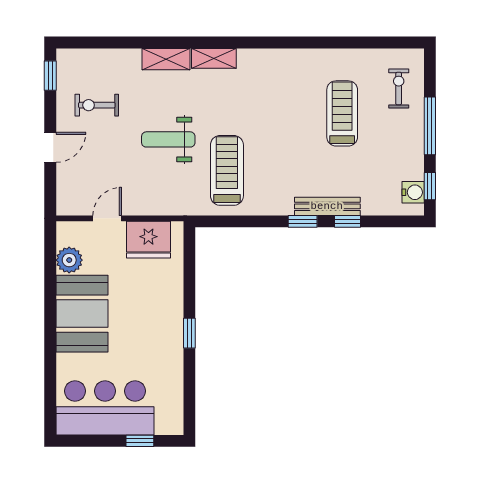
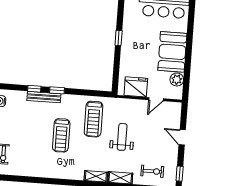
exercise bike: (97, 105) -> (152, 171), moved
treadmill: (342, 113) -> (61, 135), moved
weight bench: (168, 139) -> (122, 137), turned -90
door: (50, 147) -> (182, 137), hinge flipped

